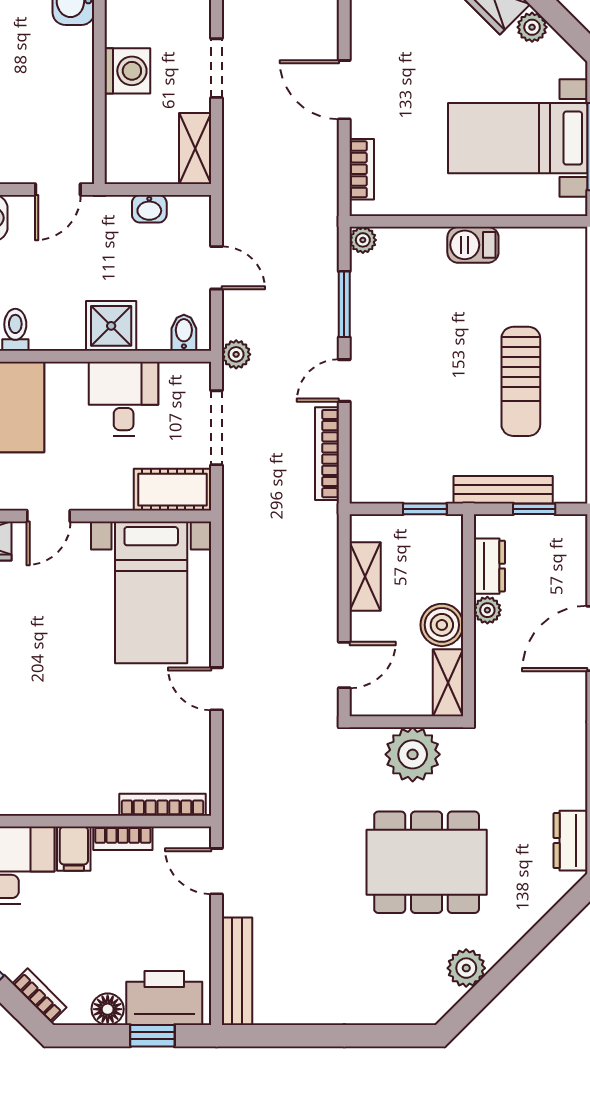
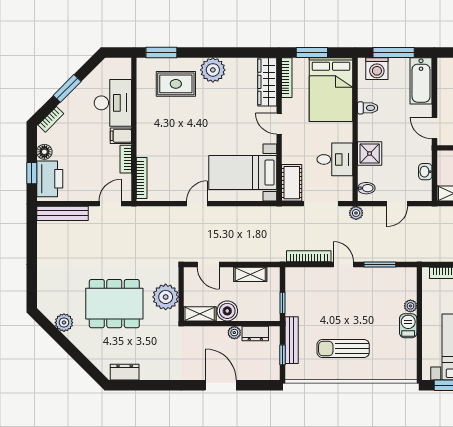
plant: (363, 240) -> (410, 306), moved
dining table: (427, 862) -> (114, 304), turned 90

